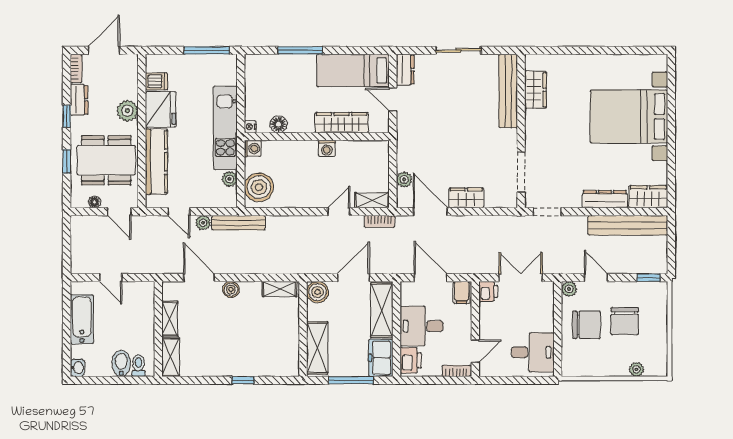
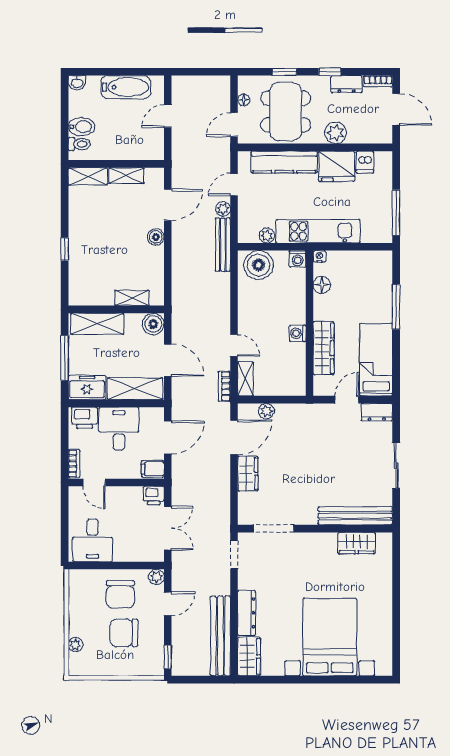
shelving: (280, 289) -> (132, 298), moved, turned 90

